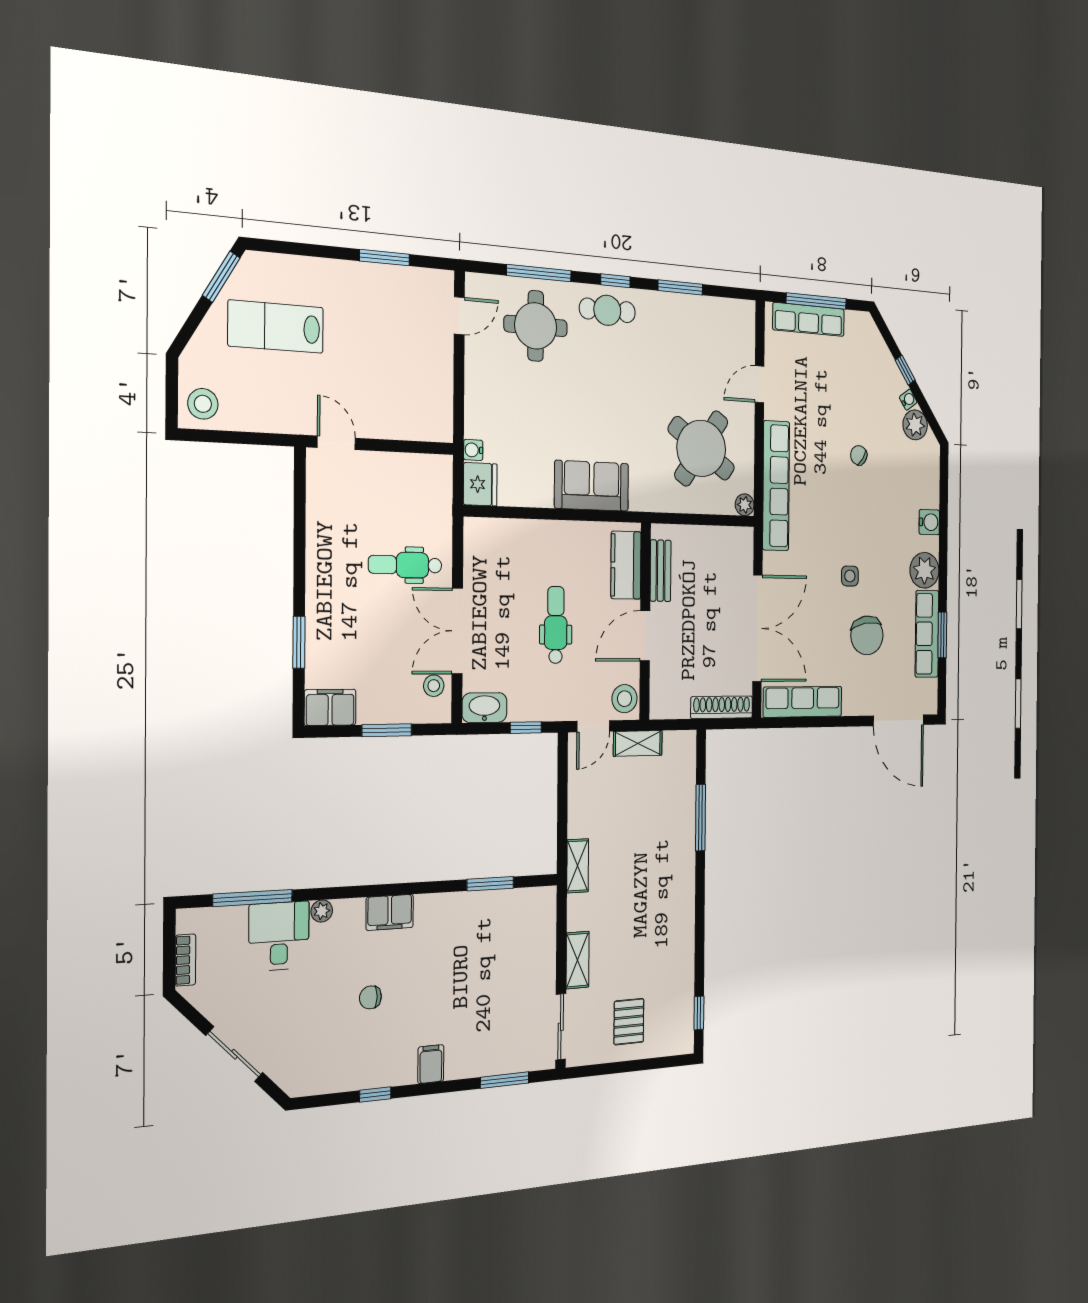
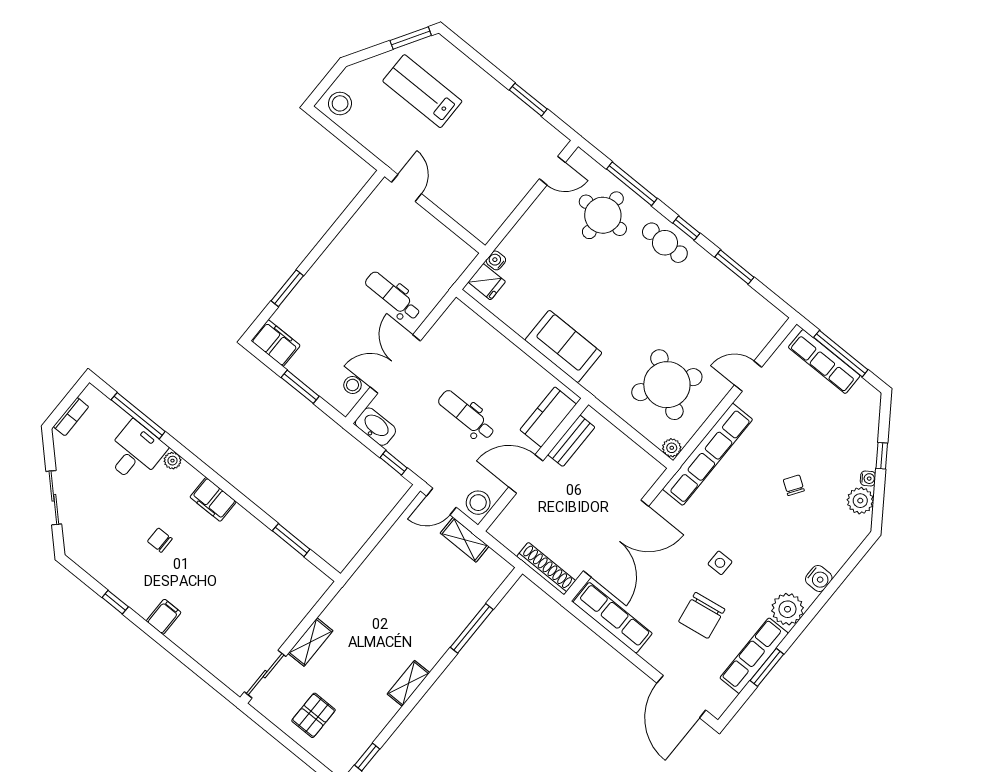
fridge: (480, 484) -> (487, 282), width x0.72
dental chair: (556, 625) -> (466, 415), turned -90
shelving: (578, 866) -> (408, 683), moved
window: (505, 1080) -> (202, 672), removed

